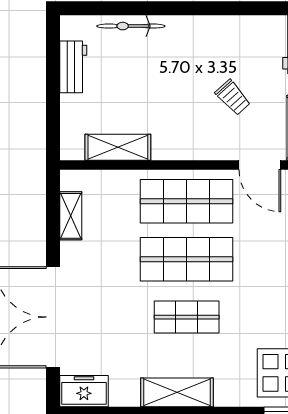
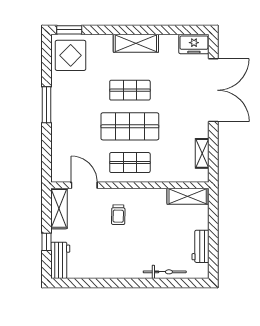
trolley: (233, 97) -> (118, 215), moved, turned -137
shelving: (118, 147) -> (188, 196), moved
shop shelf: (187, 201) -> (130, 163), width x0.70, depth x0.74

